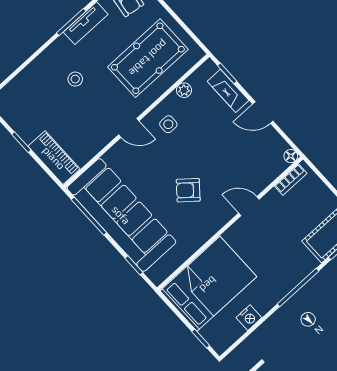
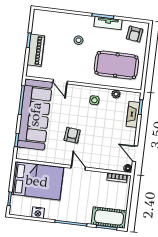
door: (263, 112) -> (135, 154), moved
door: (129, 128) -> (60, 82), moved
piano: (54, 158) -> (36, 50), moved
armchair: (188, 190) -> (72, 135), turned 56
door: (249, 206) -> (78, 168), moved

